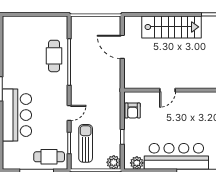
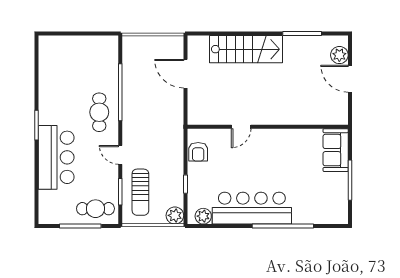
cafe table: (54, 56) -> (99, 112), moved
door: (69, 113) -> (120, 155), swing flipped
sun lounger: (86, 143) -> (140, 192), turned 180

